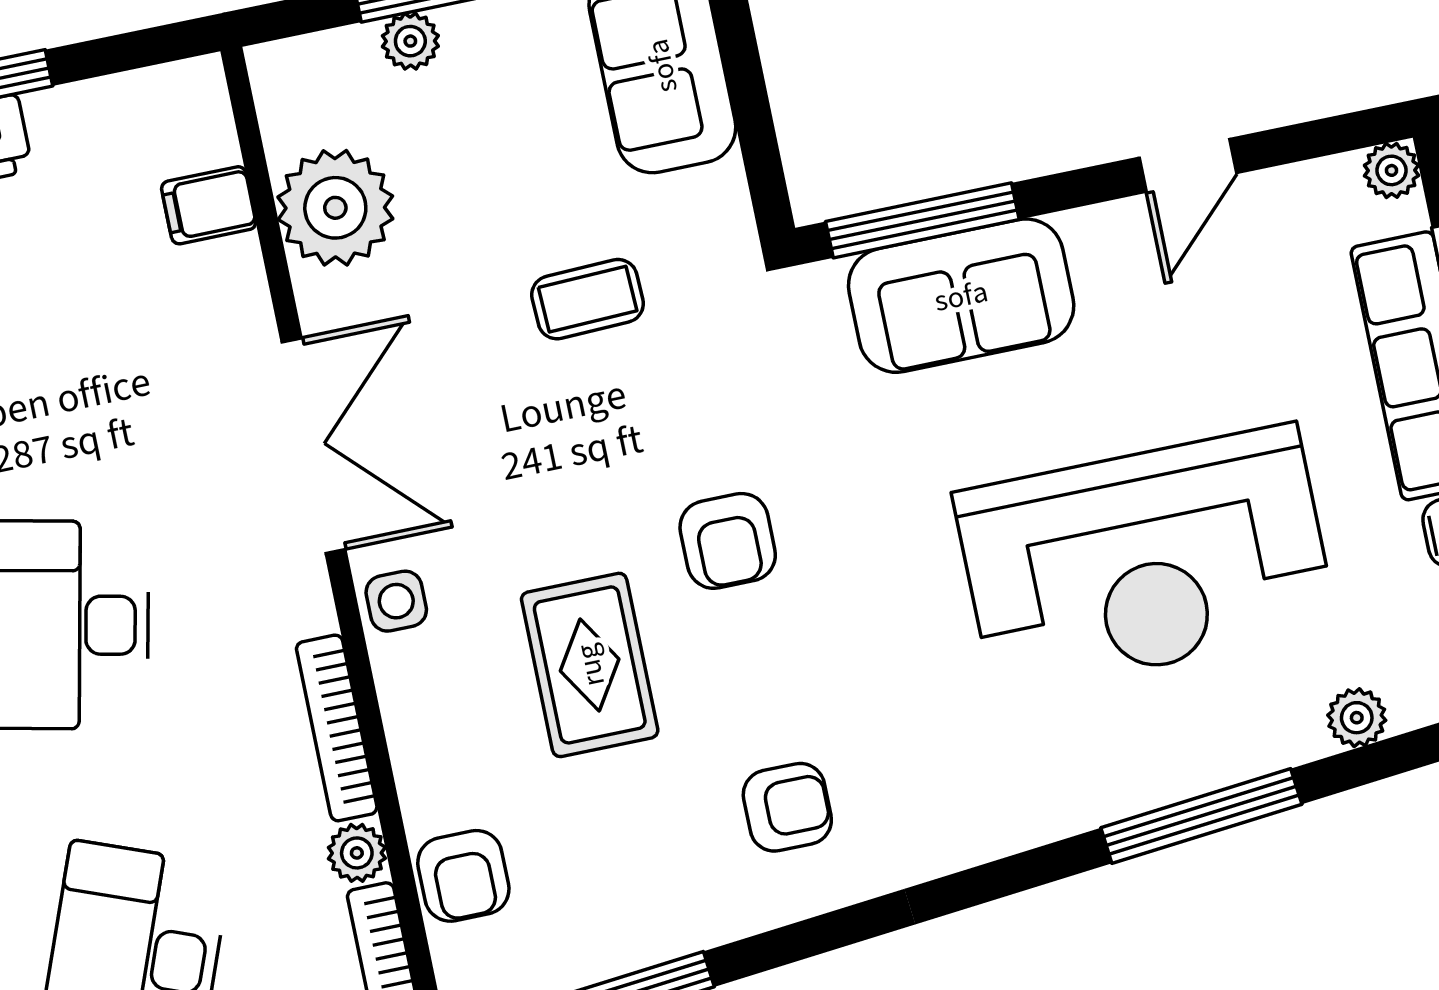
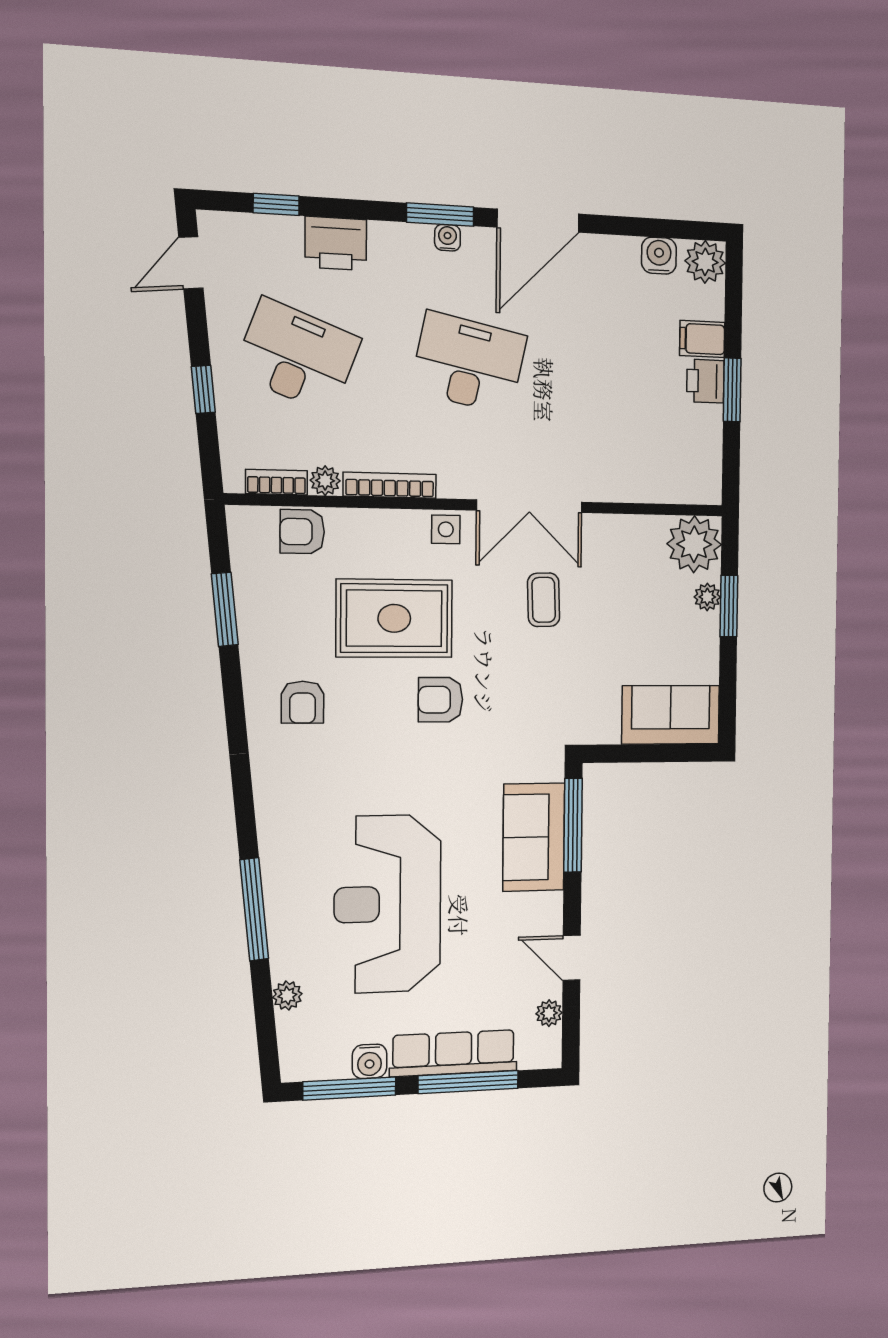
plant: (1392, 170) -> (549, 1013), moved
filing cabinet: (209, 205) -> (653, 482), removed
plant: (335, 208) -> (694, 544), moved
coffee table: (588, 299) -> (544, 600), moved
rug: (590, 665) -> (394, 618), width x1.36, depth x1.43

